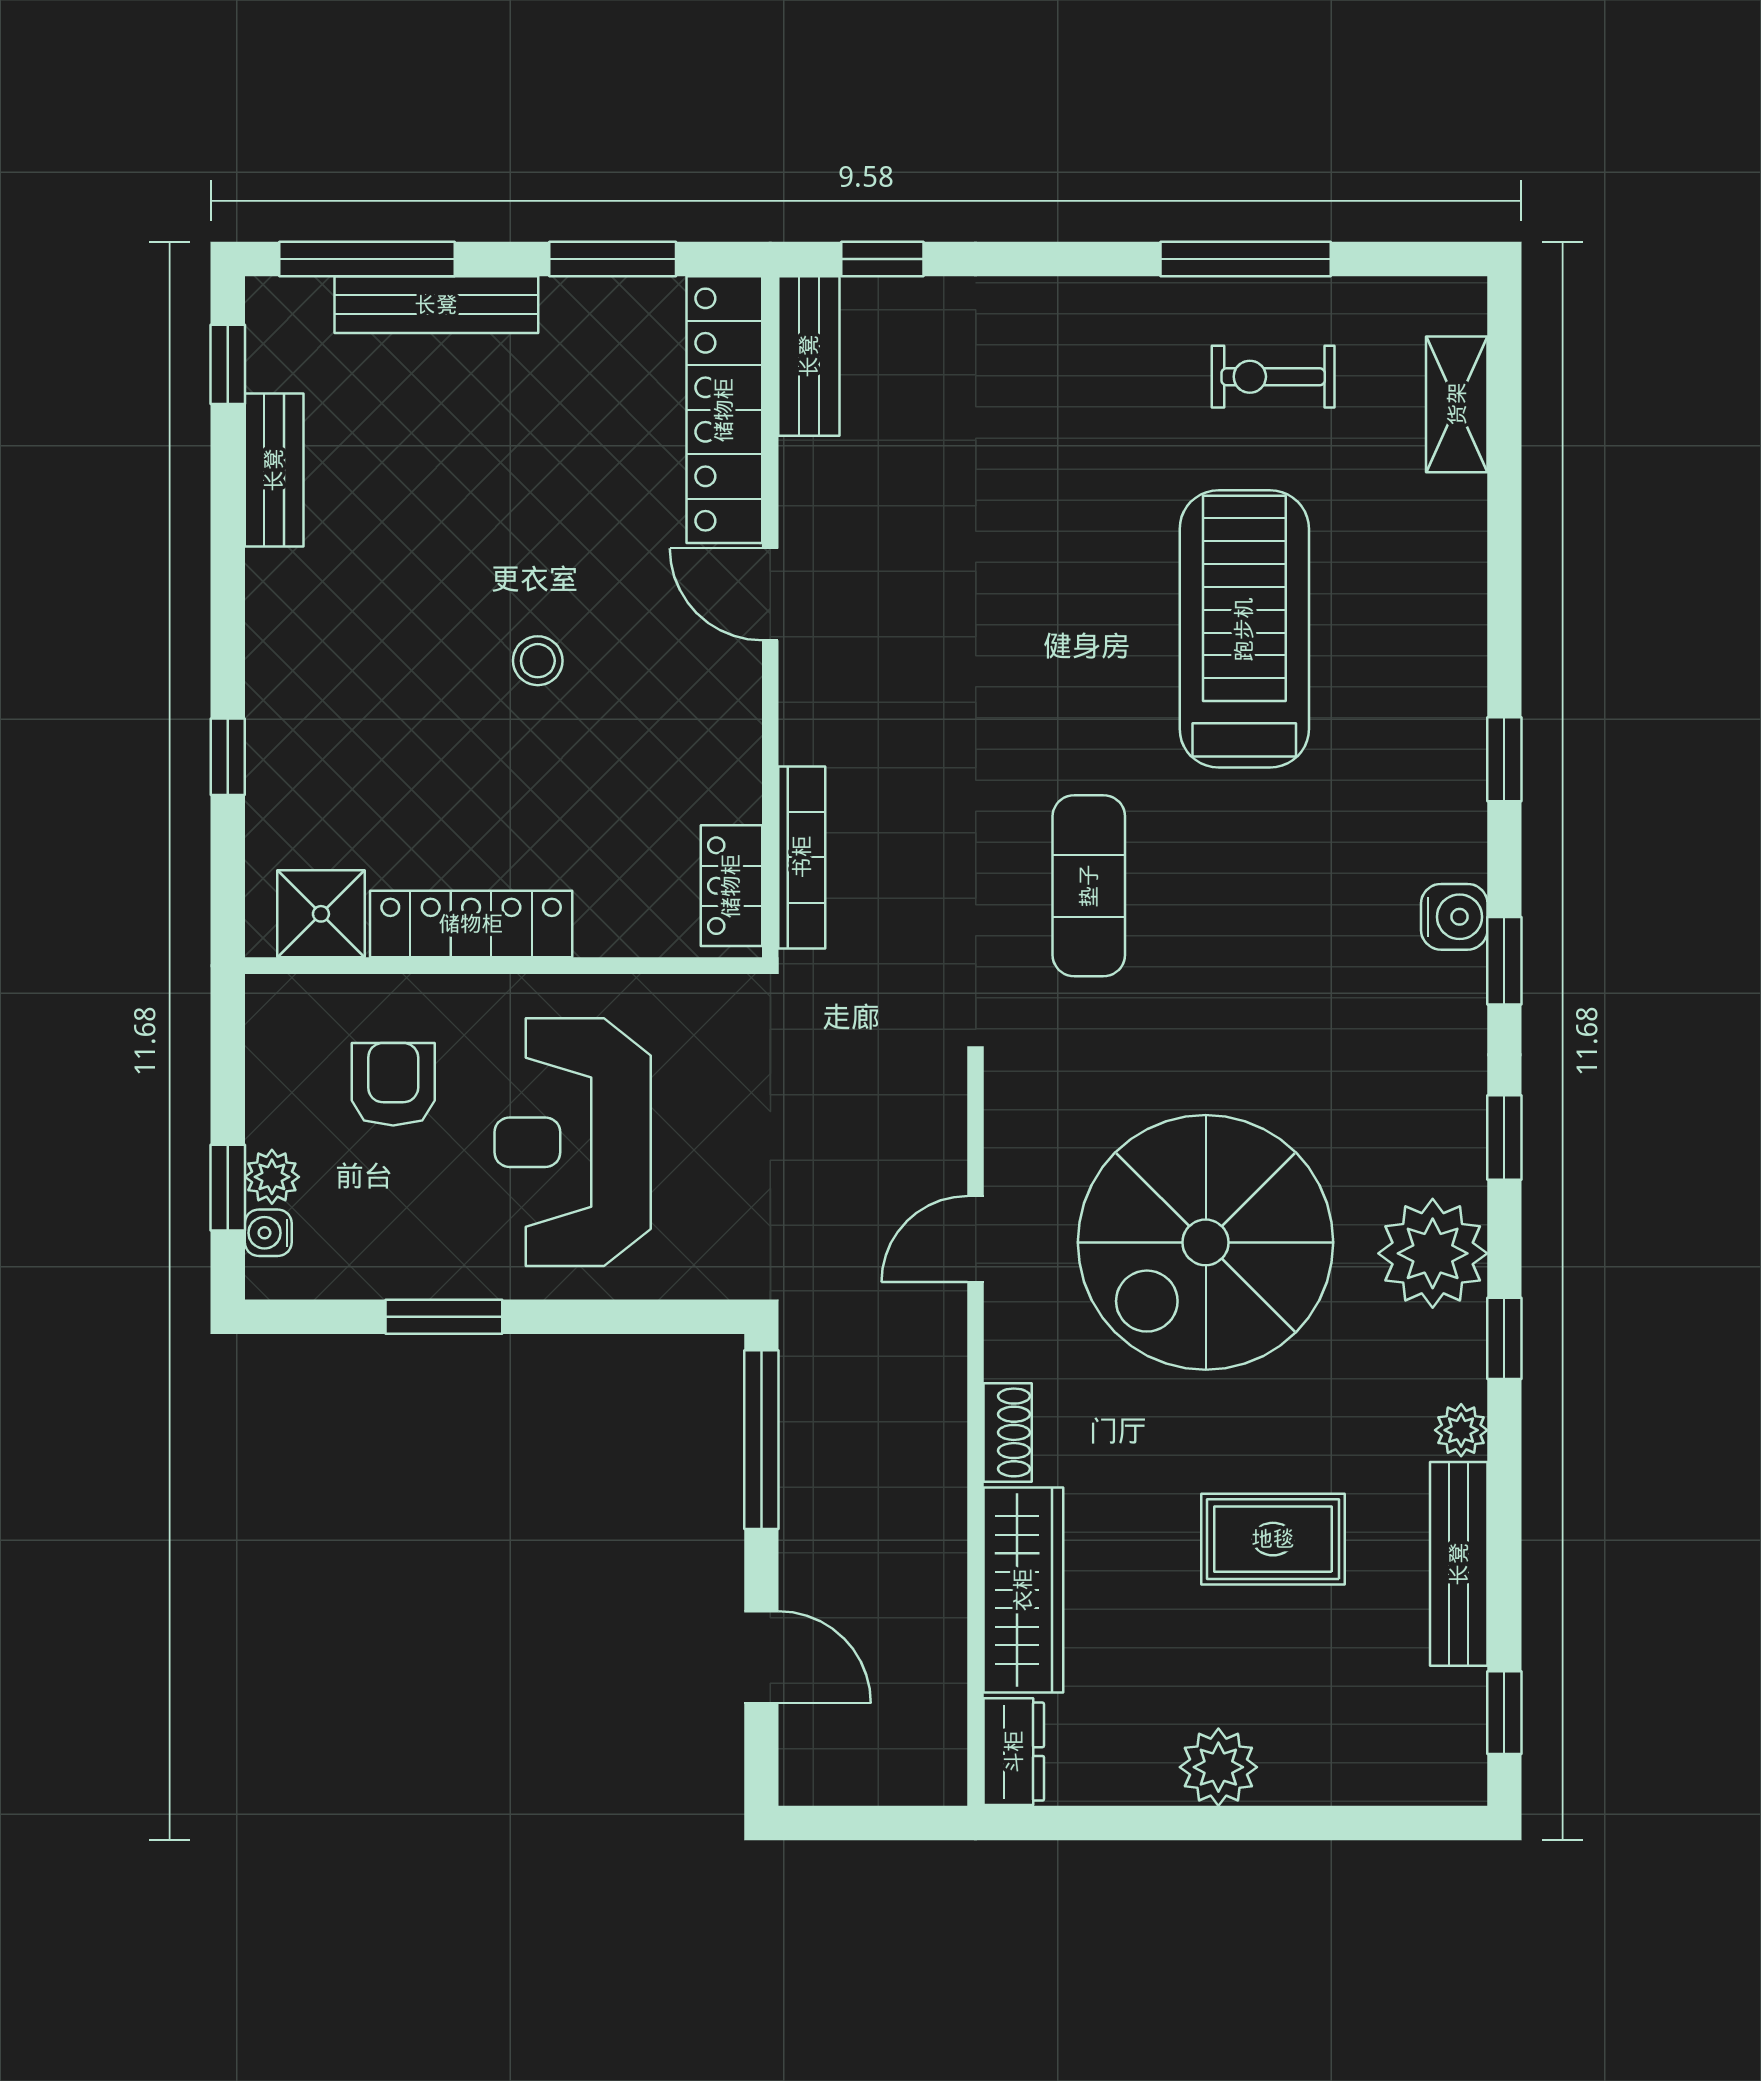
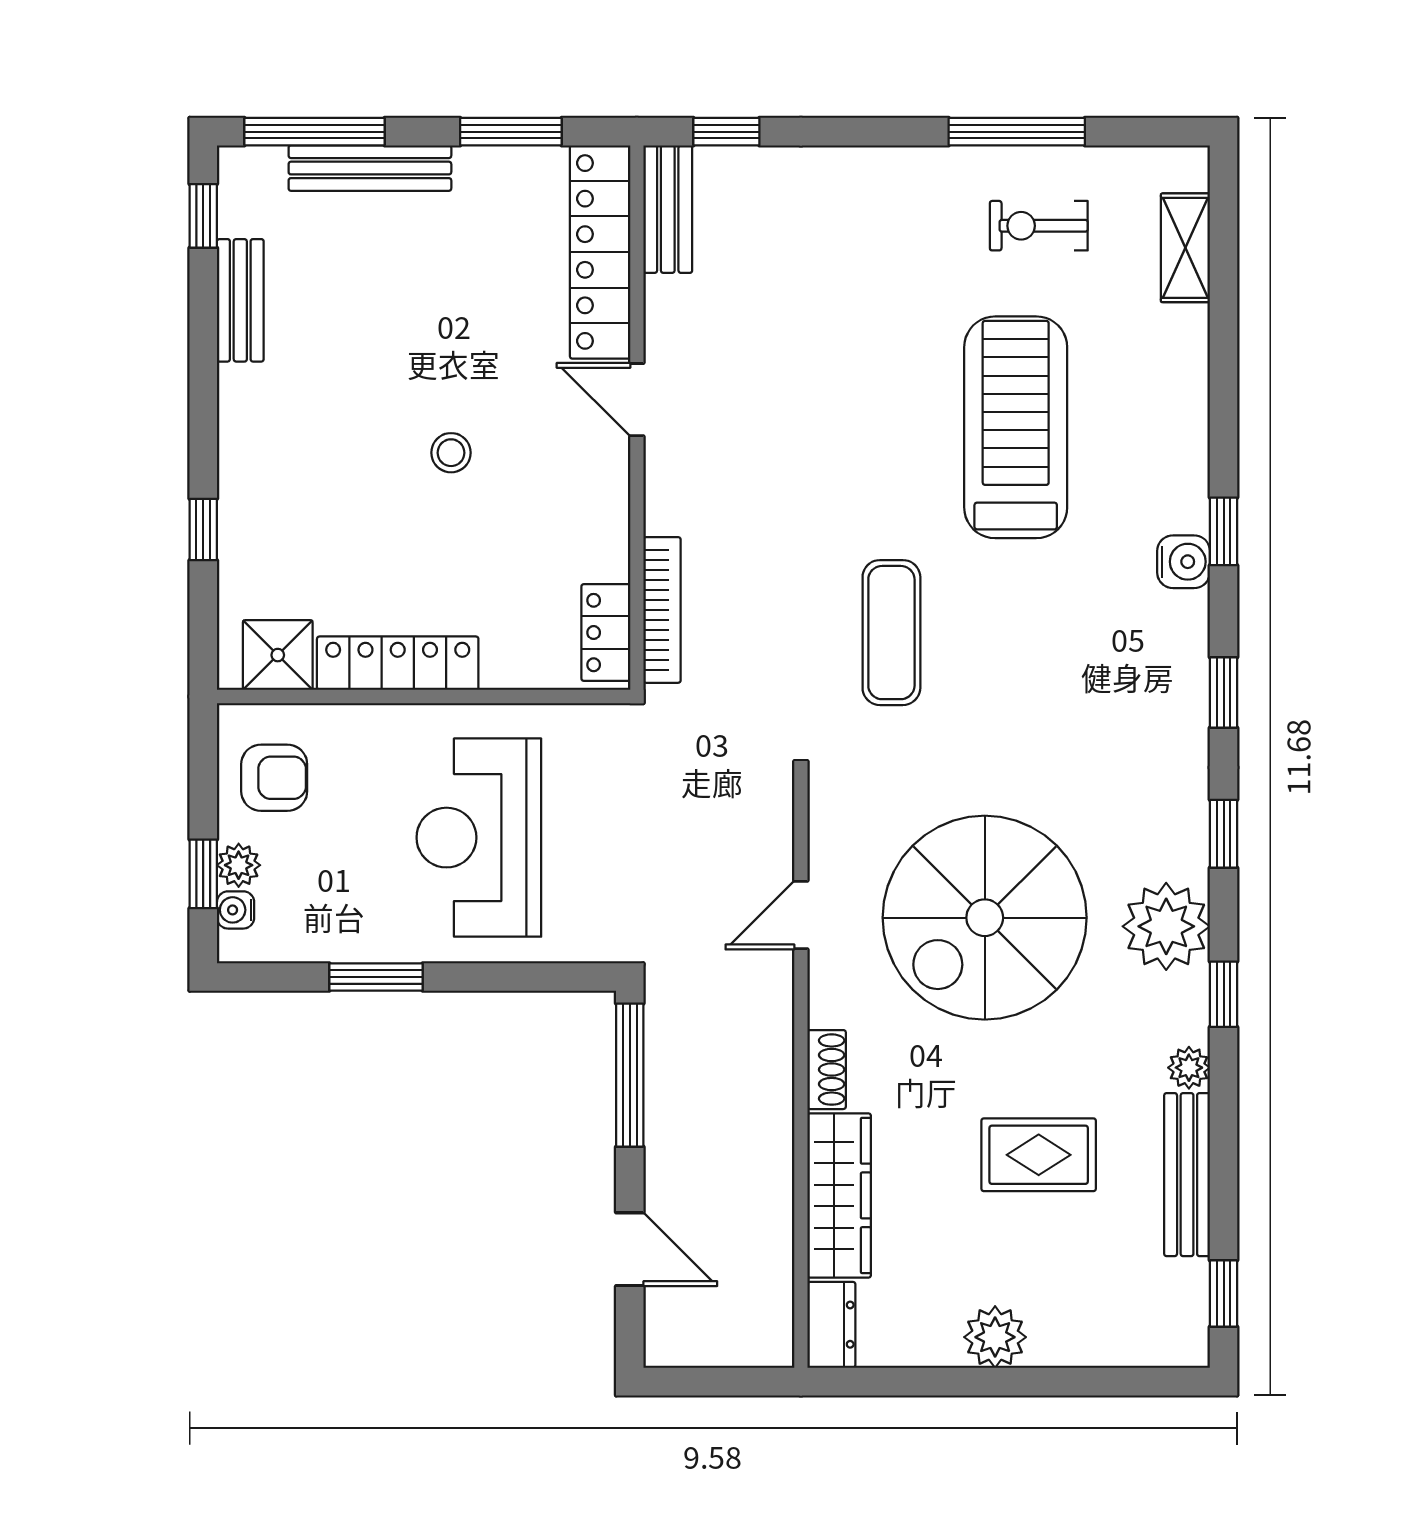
water cooler: (1454, 917) -> (1184, 562), moved
armchair: (393, 1084) -> (274, 778), moved, turned 90

